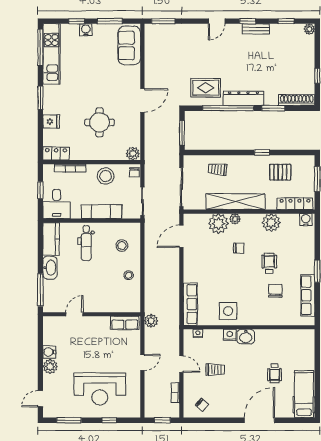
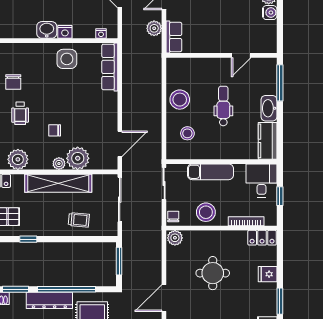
dental chair: (86, 243) -> (223, 106), moved
stool: (129, 275) -> (180, 100), width x1.89, depth x1.89
plant: (151, 321) -> (154, 28), moved
row of seats: (125, 323) -> (174, 37), moved, turned 90

